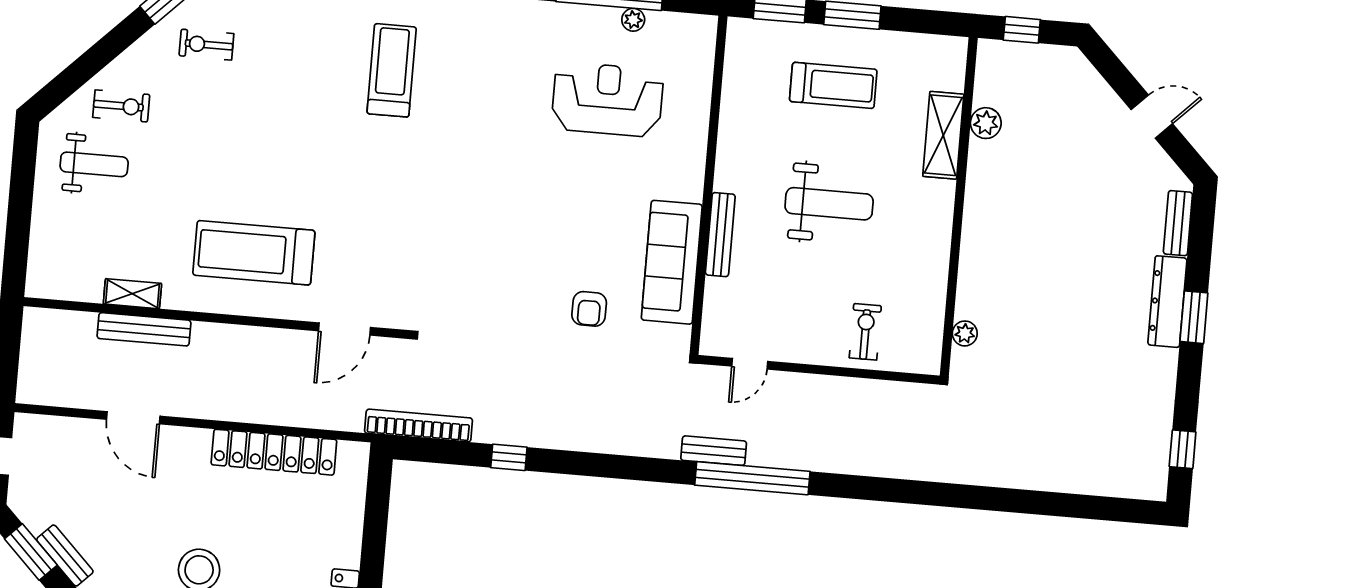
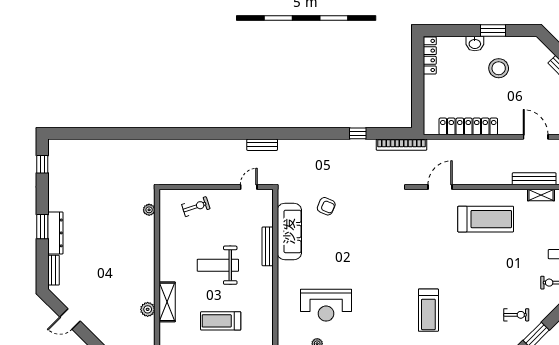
armchair: (589, 309) -> (326, 206), turned 113
exercise bike: (865, 332) -> (196, 207), turned -108
window: (752, 478) -> (243, 133), removed

